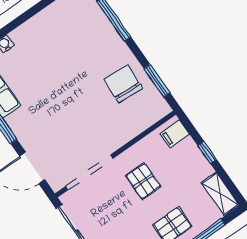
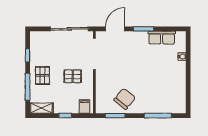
chair: (123, 84) -> (125, 99), turned -54

